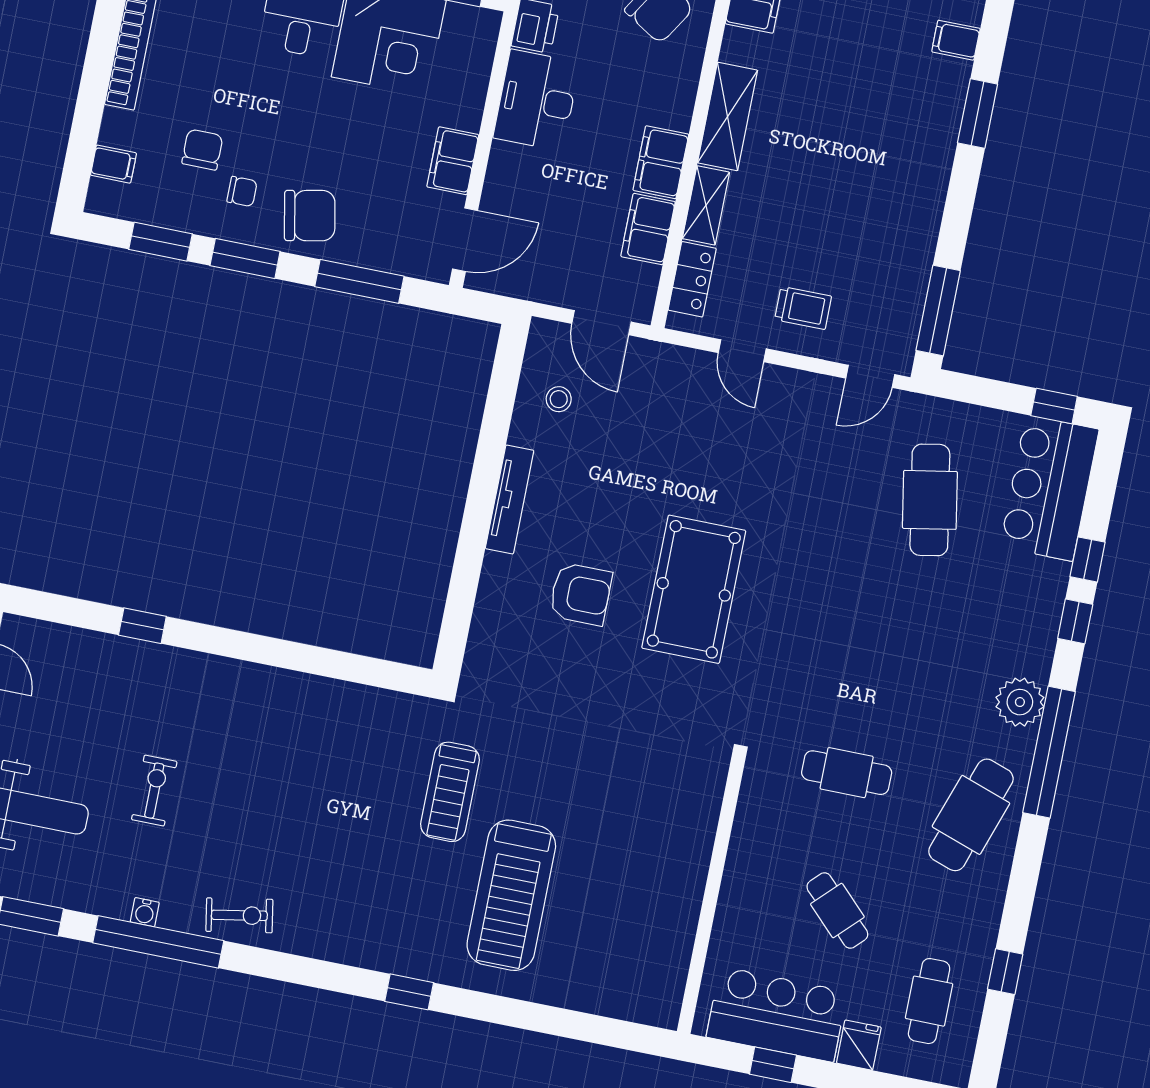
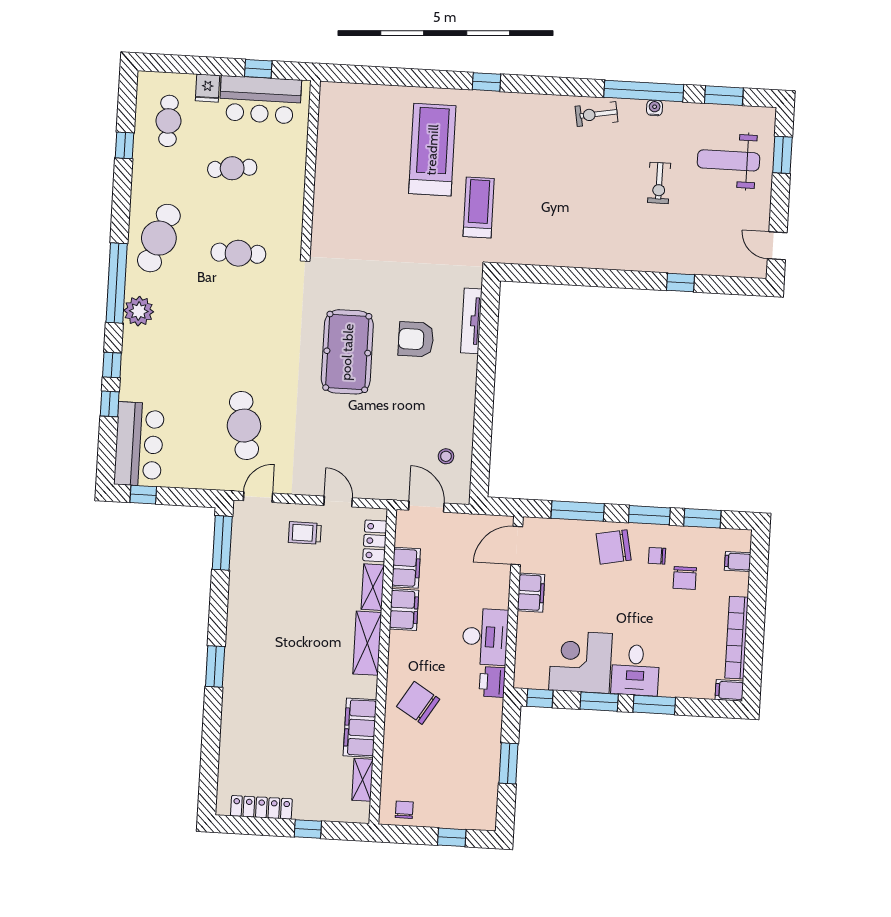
filing cabinet: (956, 40) -> (234, 709), removed
tv unit: (510, 499) -> (471, 321), moved
cafe table: (930, 500) -> (244, 426), moved
cafe table: (837, 911) -> (232, 168), turned -52

